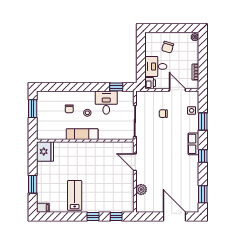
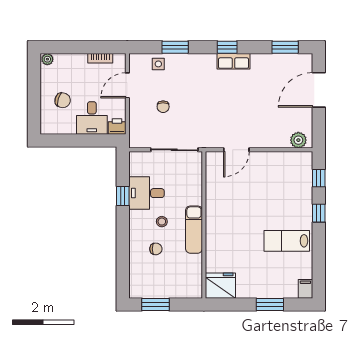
window: (116, 87) -> (123, 196), moved
row of seats: (193, 144) -> (234, 61), moved
plant: (141, 189) -> (298, 140), moved

